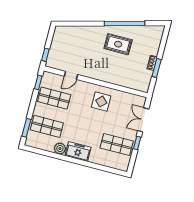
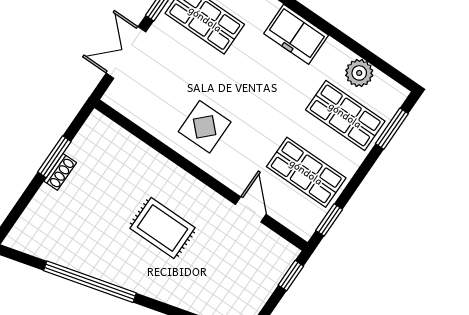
rug: (118, 44) -> (163, 228), moved
door: (71, 75) -> (251, 209), hinge flipped
double door: (143, 120) -> (126, 53), swing flipped
plant: (60, 149) -> (359, 73), moved

